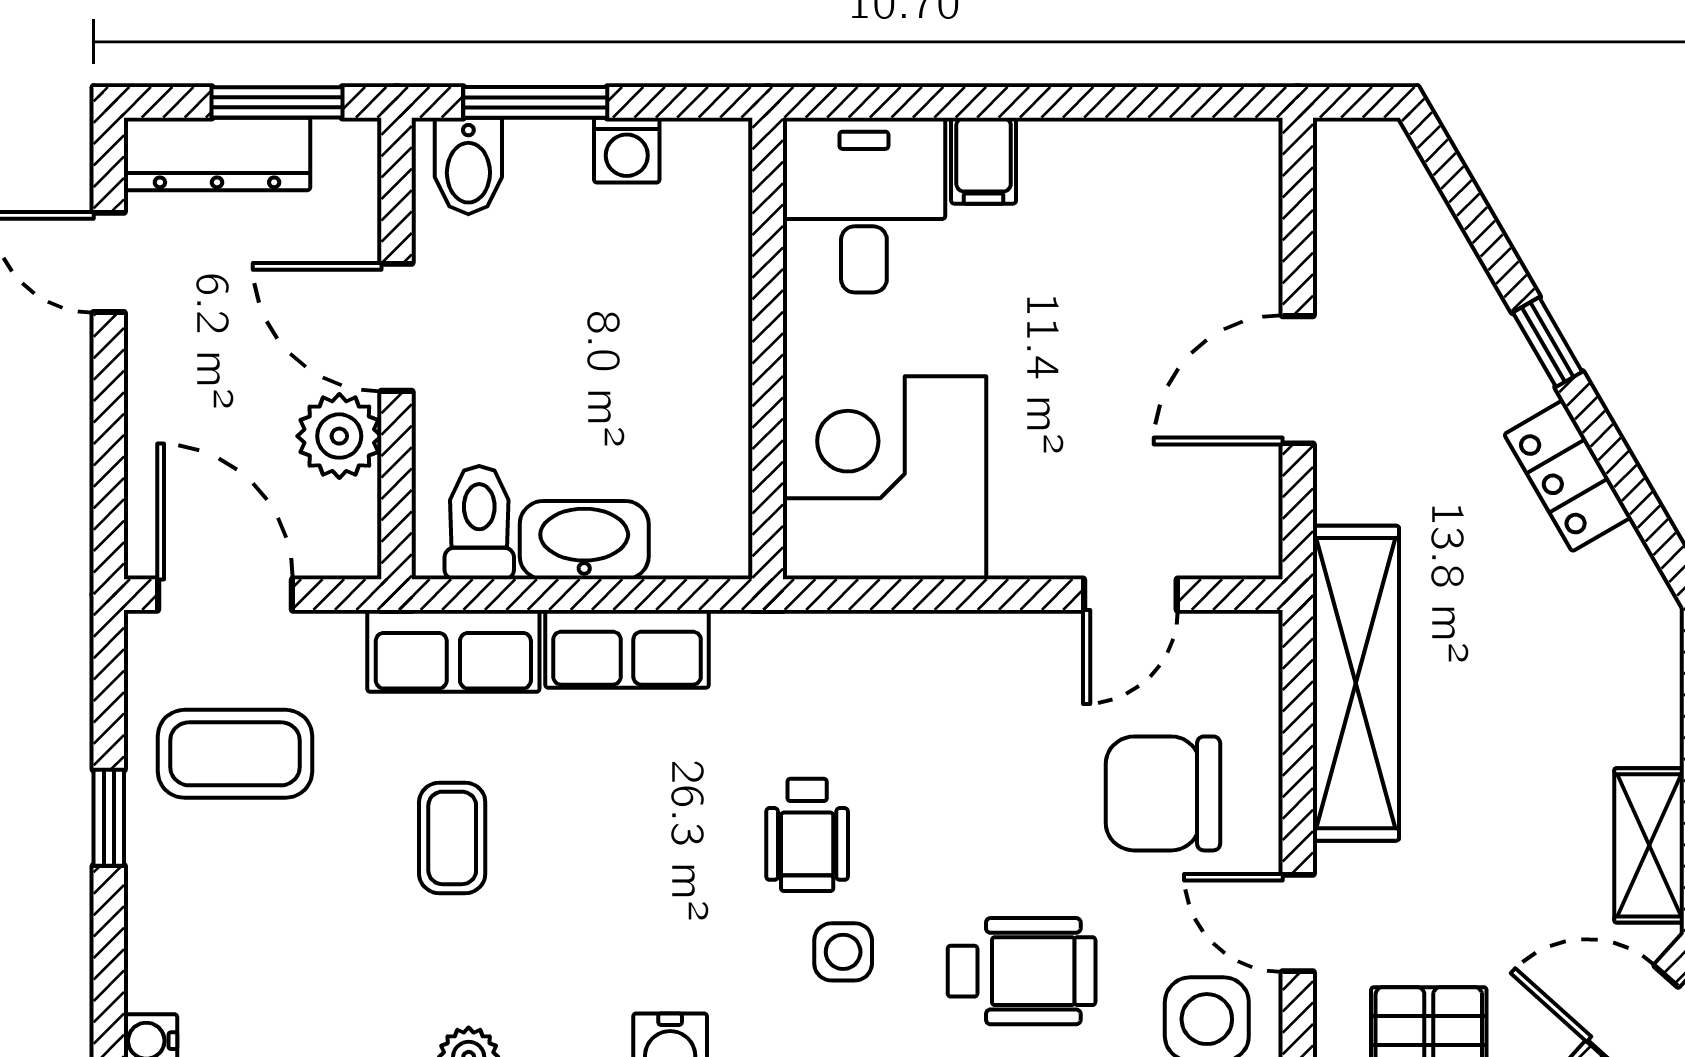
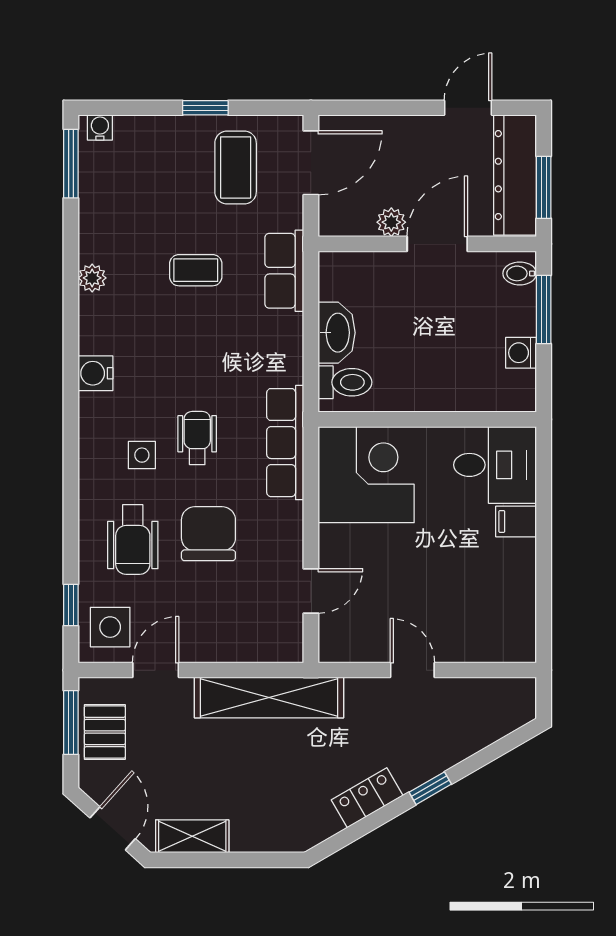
dresser: (217, 154) -> (515, 175), width x1.37, depth x1.24
bidet: (468, 166) -> (520, 273), width x0.72, depth x0.74
door: (1298, 380) -> (412, 670), width x0.73
plant: (339, 436) -> (391, 222), width x0.73, depth x0.73
toilet: (479, 523) -> (345, 382), moved
door: (1130, 595) -> (311, 591), swing flipped
row of seats: (627, 649) -> (285, 443), moved, width x1.48
chair: (1163, 793) -> (208, 534), moved
wheelchair: (807, 835) -> (197, 438), turned 90

